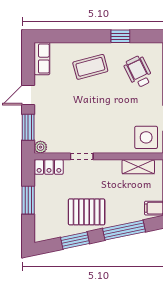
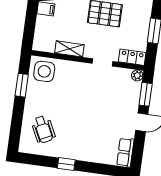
window: (120, 36) -> (66, 164), moved
coffee table: (90, 67) -> (84, 139), removed
shelving: (138, 167) -> (69, 49), moved

